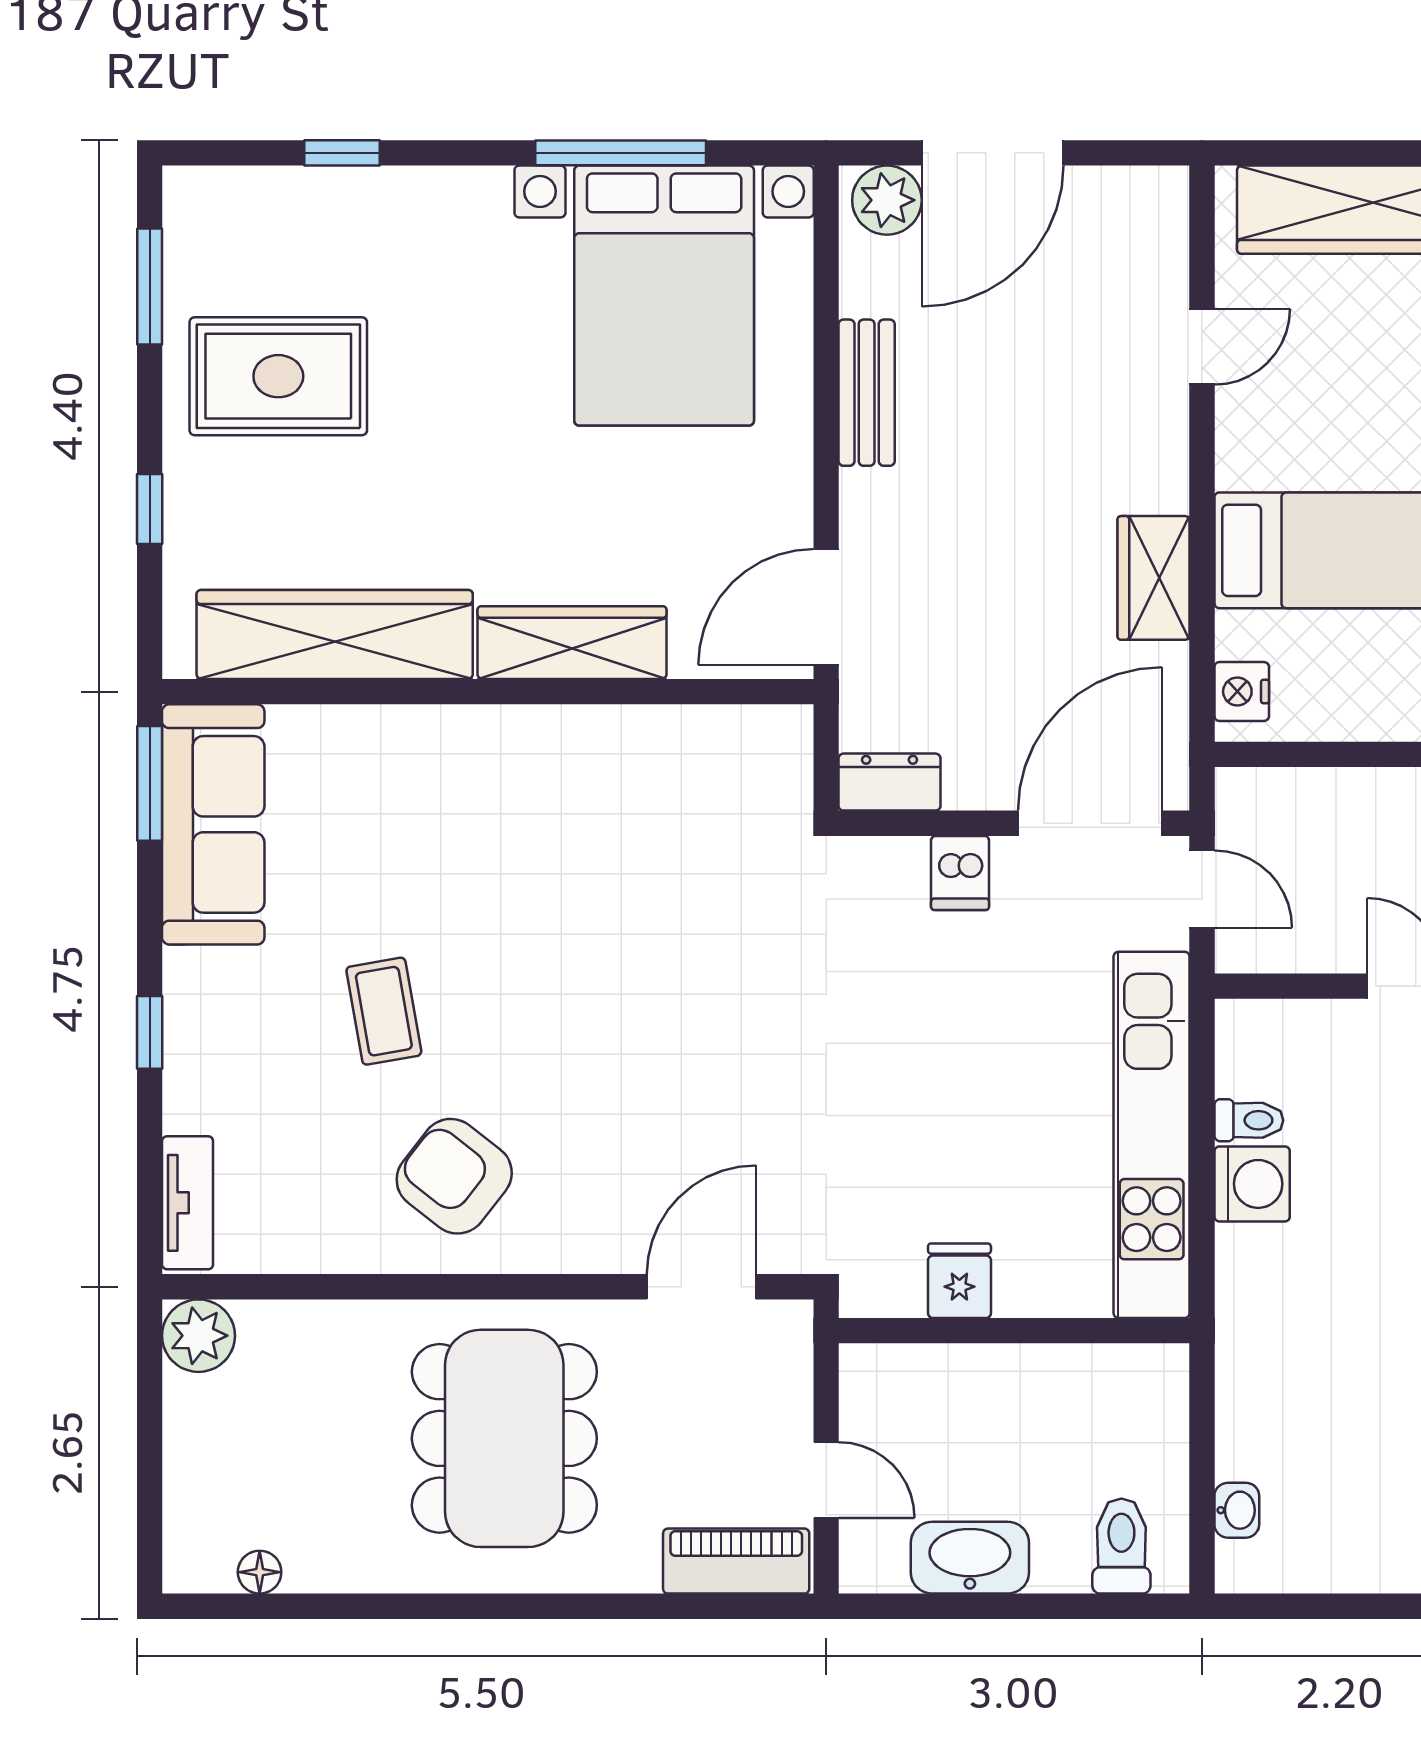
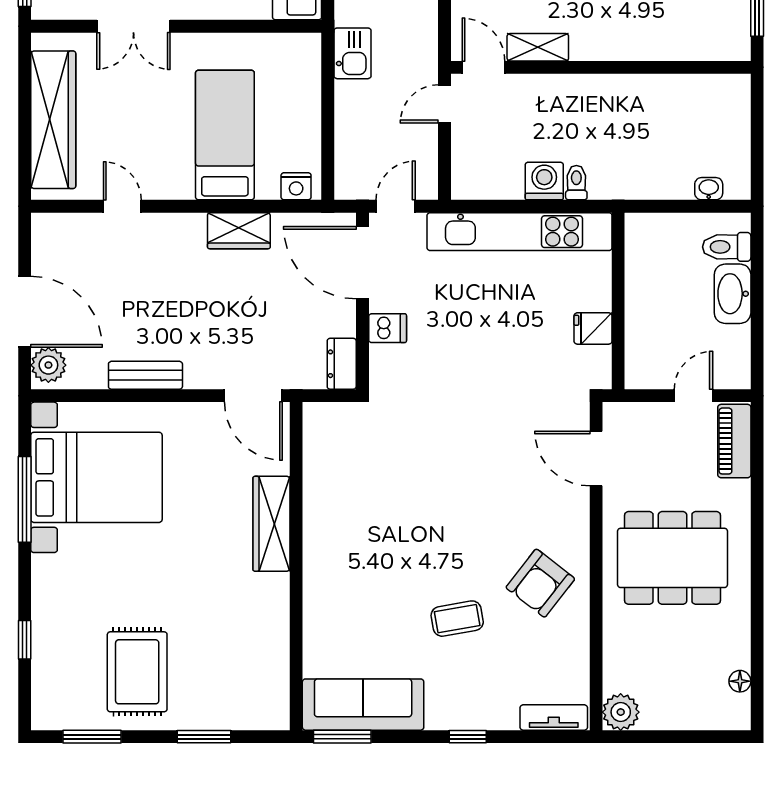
window: (150, 509) -> (204, 737), width x1.50
wardrobe: (335, 634) -> (267, 643), removed
toilet: (1249, 1120) -> (576, 183), moved
washbasin: (970, 1558) -> (733, 294), moved

